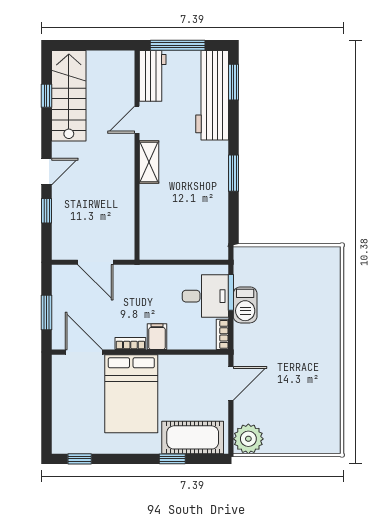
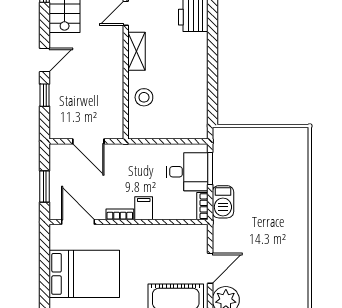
window: (234, 173) -> (212, 61), removed
stool: (157, 213) -> (144, 97), added
barbecue: (245, 305) -> (223, 202), moved
door: (231, 383) -> (210, 268), moved
bed: (131, 394) -> (84, 274), moved, turned -90

